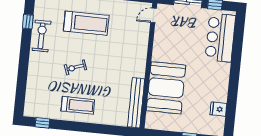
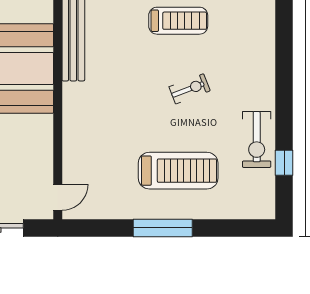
treadmill: (86, 23) -> (178, 171), turned 180
treadmill: (78, 105) -> (178, 21), turned 180

